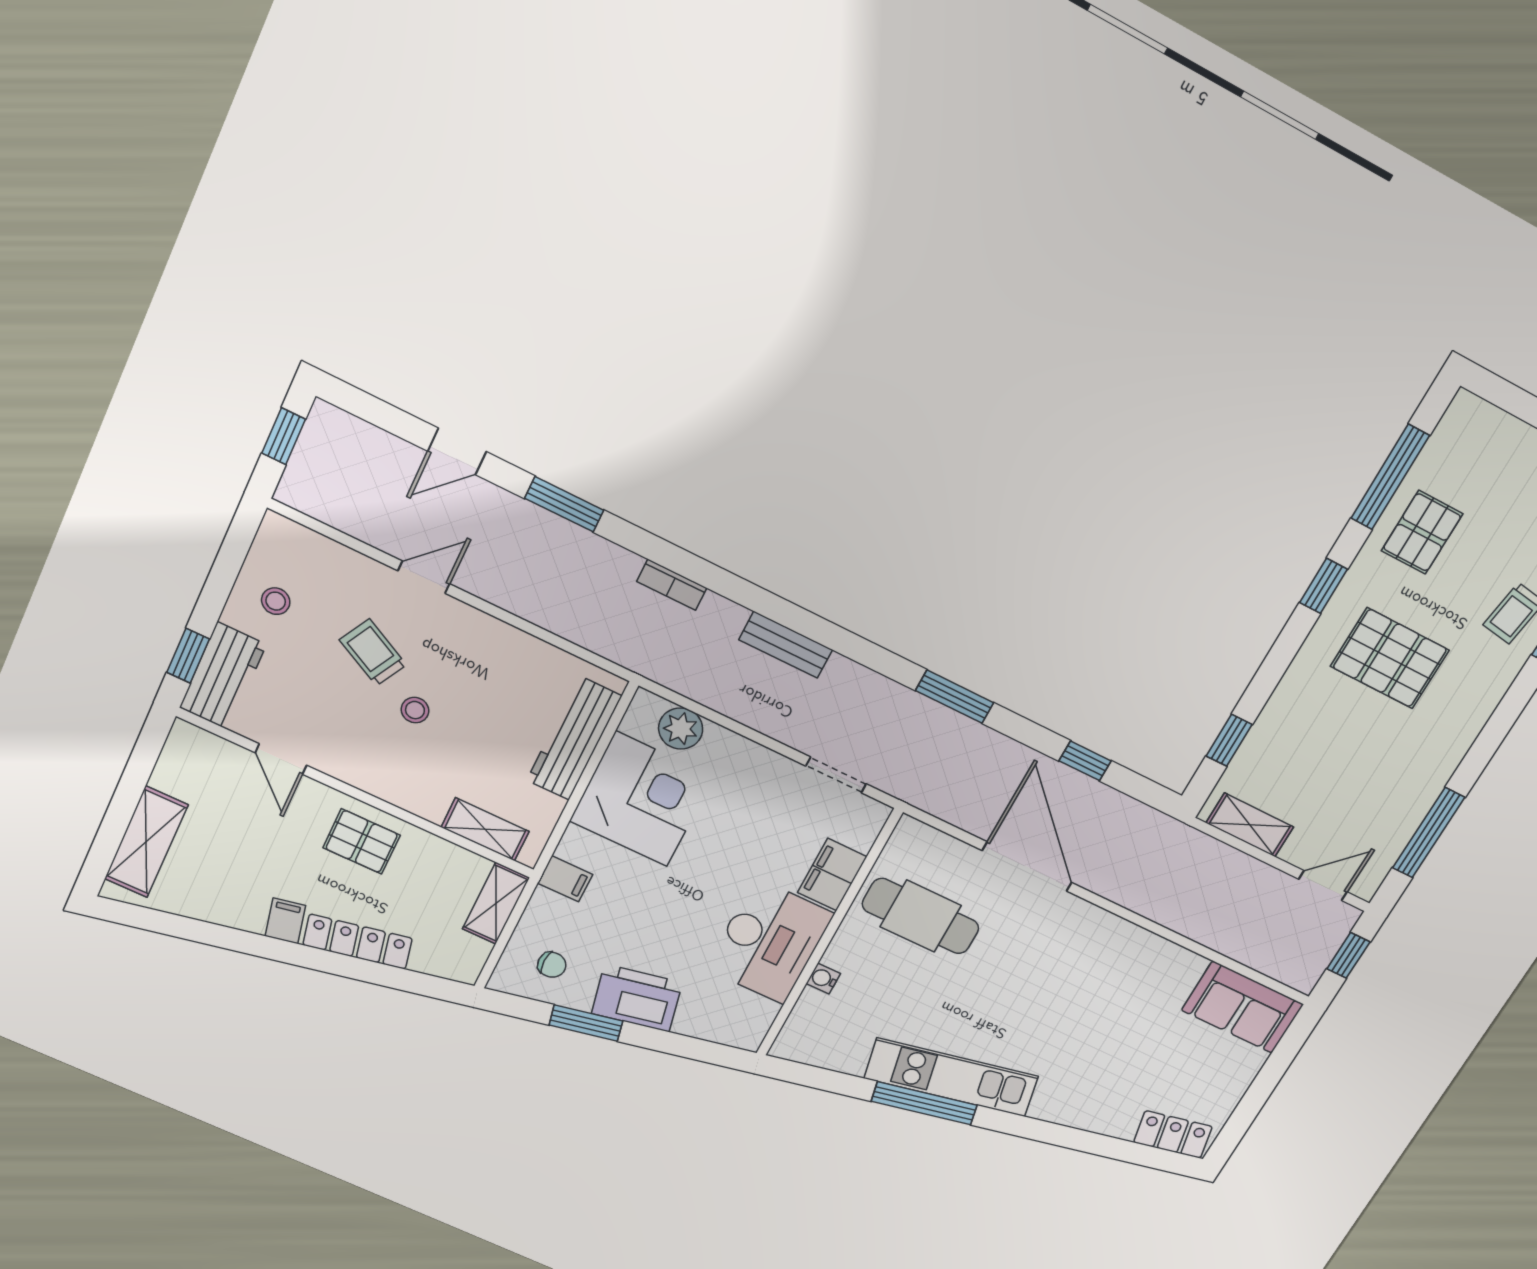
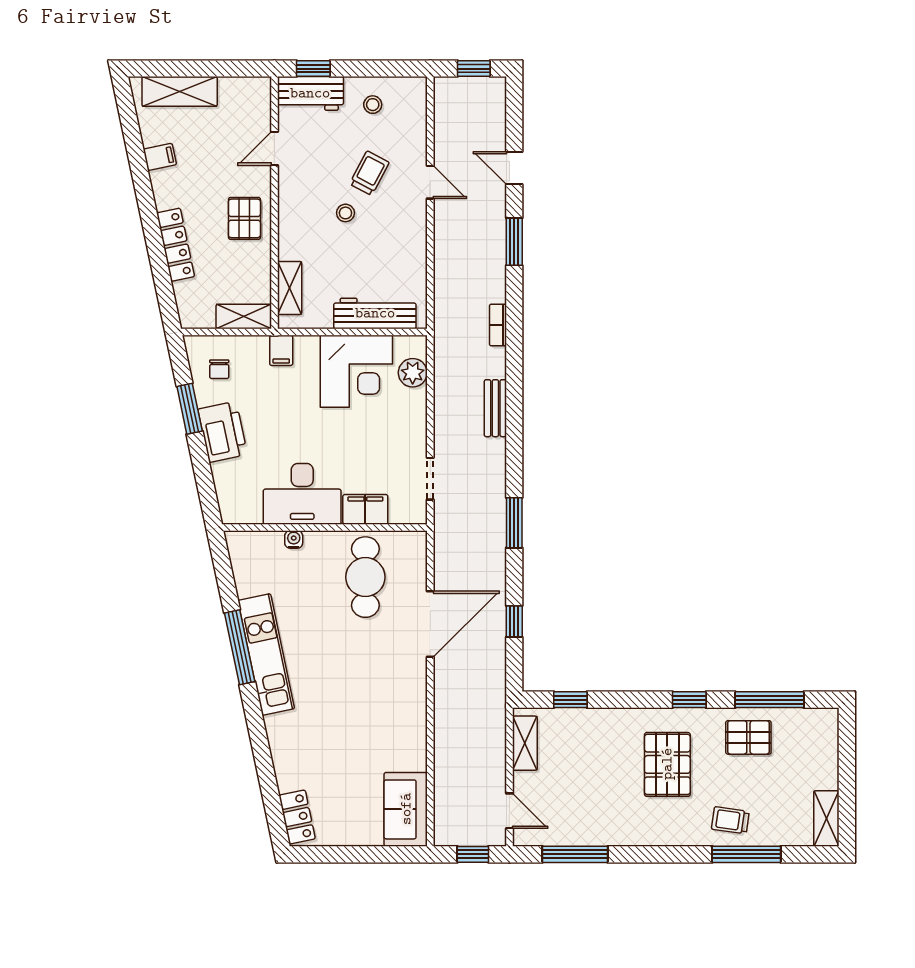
filing cabinet: (285, 921) -> (160, 157), moved

